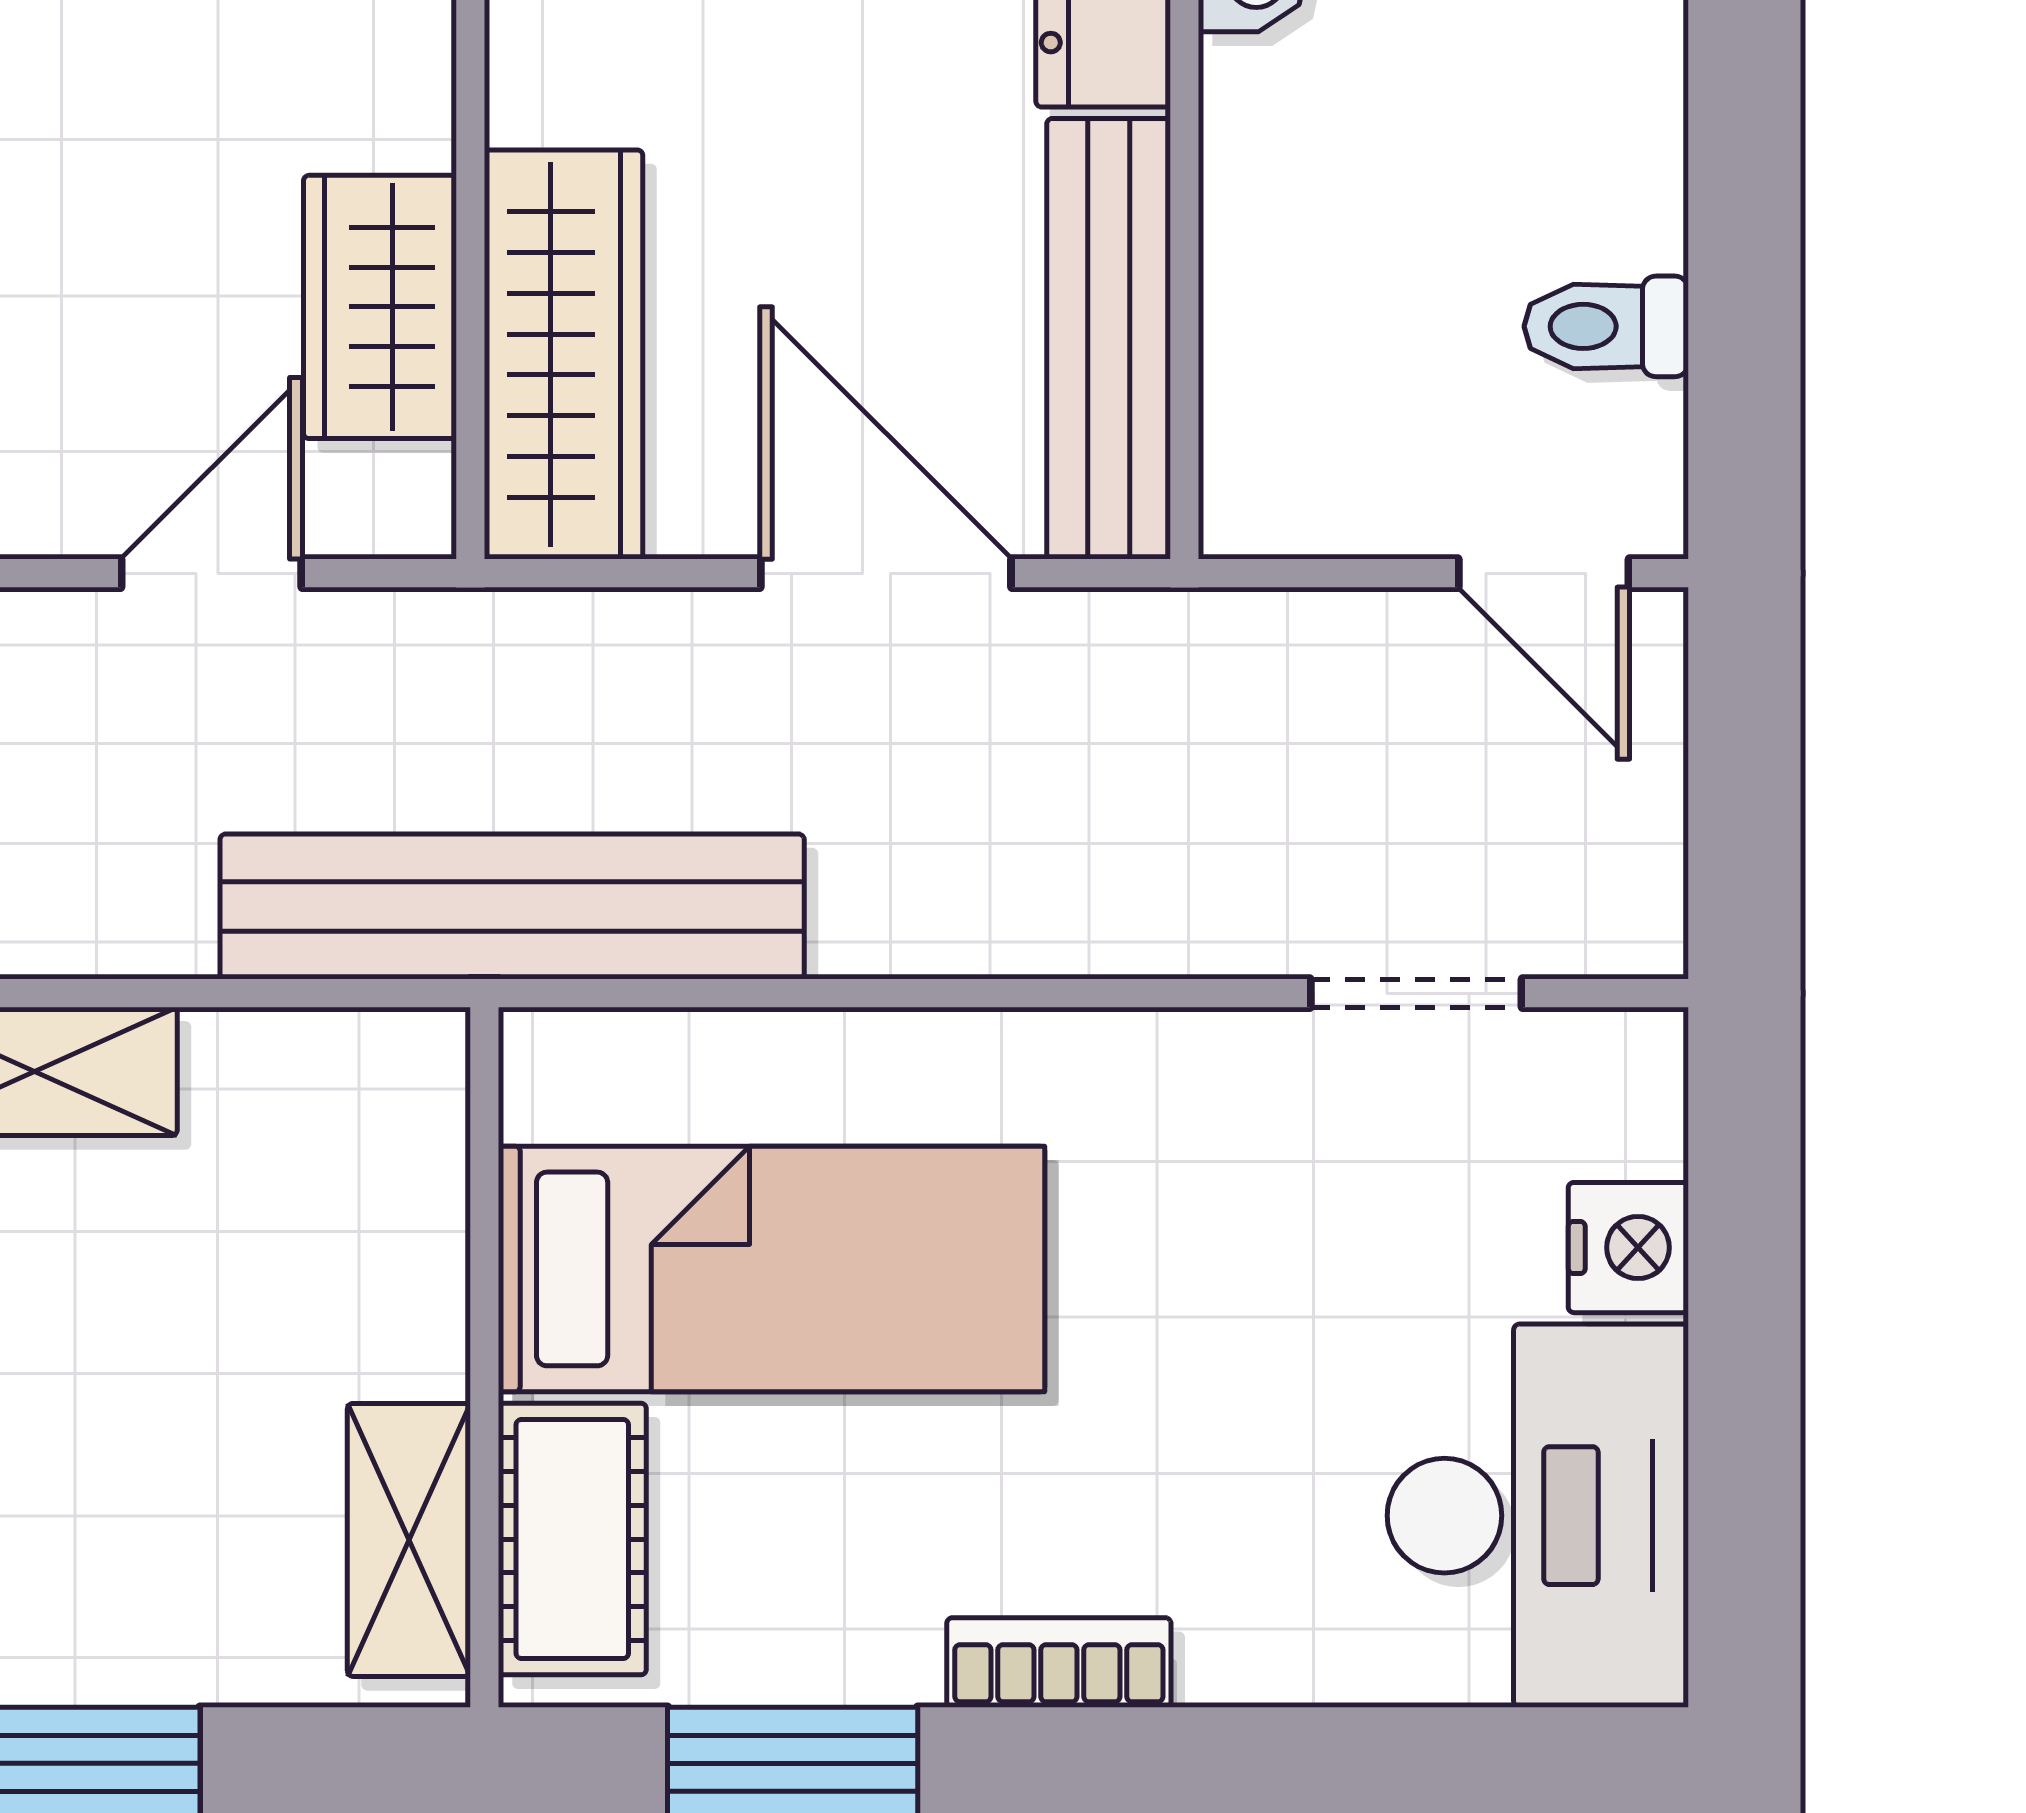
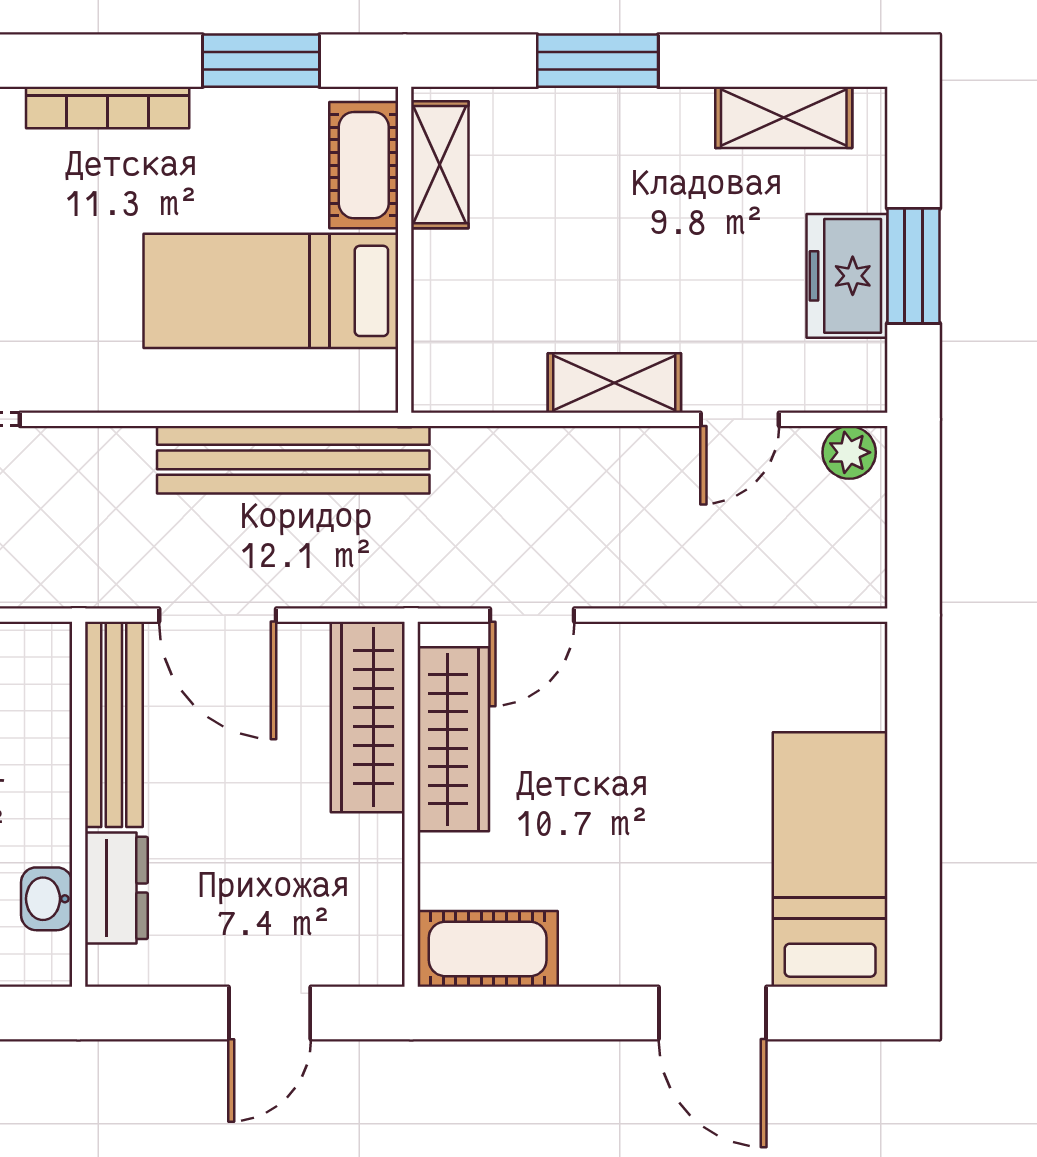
wardrobe: (380, 307) -> (453, 739), width x1.50
bench: (512, 907) -> (293, 460), moved
bookcase: (1059, 1662) -> (108, 108), width x1.56

